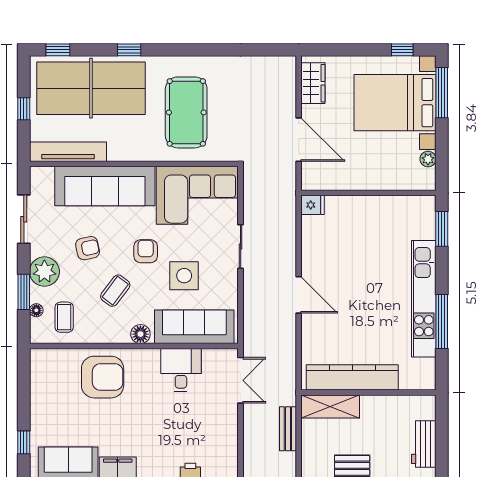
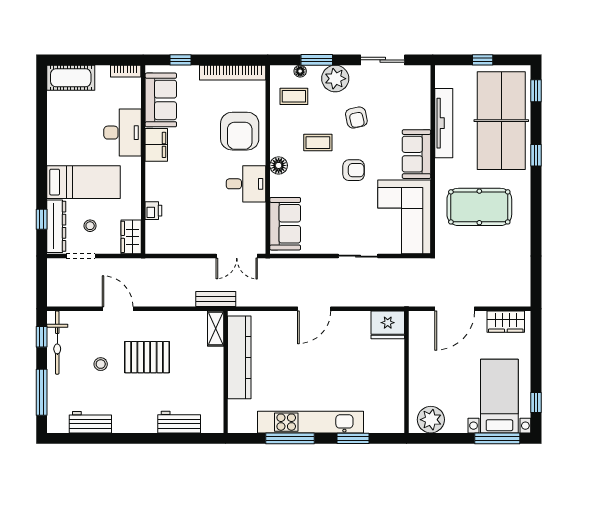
bed with nightstands: (395, 103) -> (499, 396), width x0.73
tv unit: (68, 152) -> (444, 123), moved
plant: (428, 159) -> (431, 420), width x1.88, depth x1.88
sofa: (105, 186) -> (417, 154), width x0.54, depth x0.79
fridge: (313, 205) -> (388, 325), width x1.88, depth x1.34
window: (442, 229) -> (353, 438), moved
side table: (184, 276) -> (332, 205), removed
coffee table: (115, 291) -> (318, 143), turned -37
sofa: (194, 327) -> (285, 224), width x0.73
desk: (181, 370) -> (246, 184), moved
bookcase: (38, 385) -> (233, 73), added
shelving: (330, 407) -> (216, 328), width x0.67, depth x0.75
bench: (288, 429) -> (216, 299), moved

